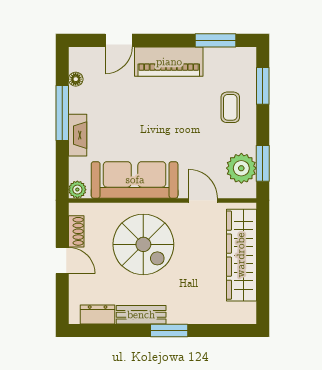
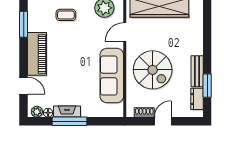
fireplace: (78, 135) -> (67, 112), moved
plant: (77, 190) -> (37, 112), moved
spiral stairs: (143, 244) -> (153, 70), turned 90
window: (169, 331) -> (207, 86), moved

